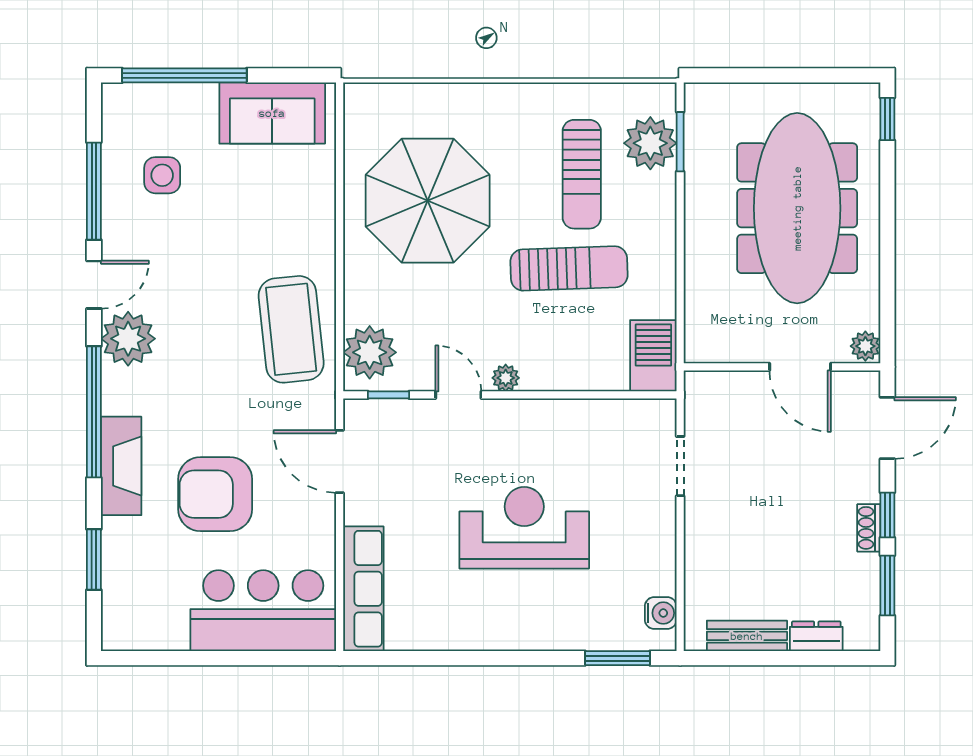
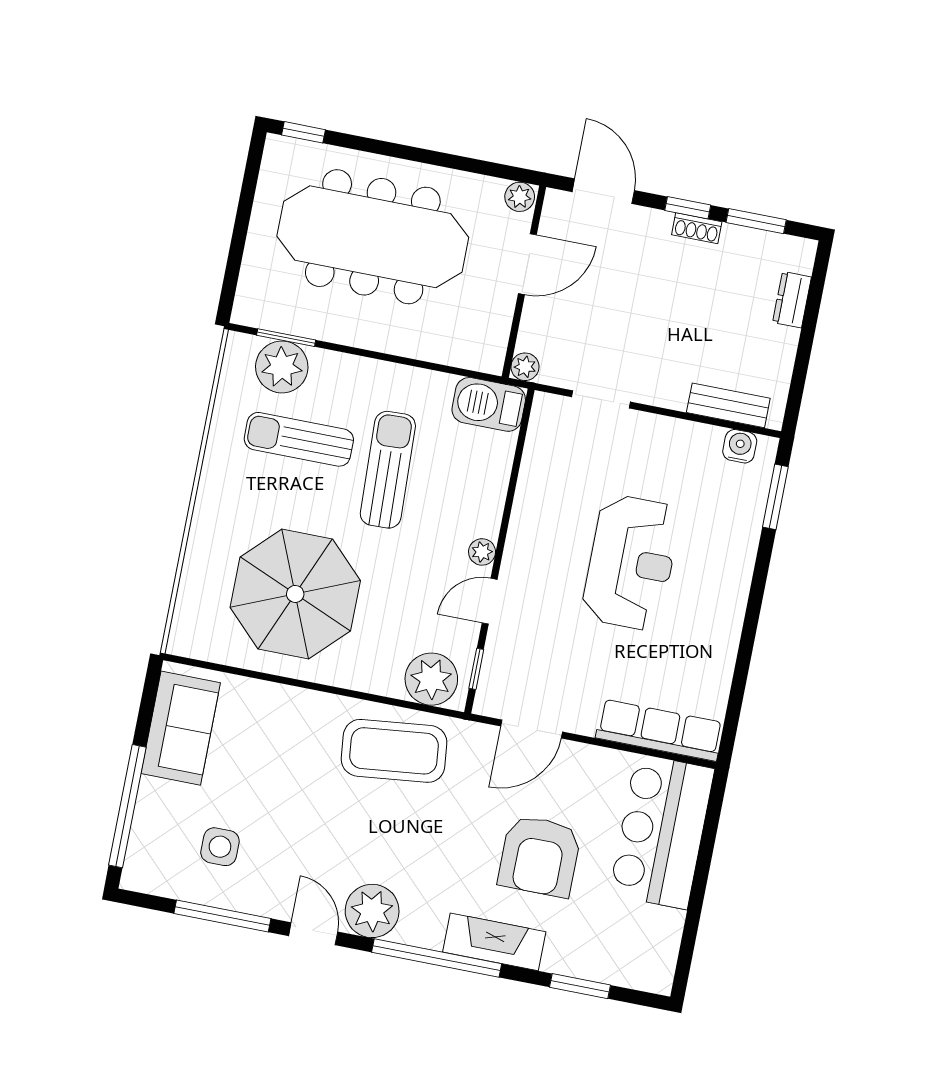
sun lounger: (582, 174) -> (299, 439), turned 180
plant: (698, 384) -> (525, 367), added
reception desk: (524, 528) -> (631, 563), turned 180
bench: (747, 636) -> (728, 405), moved, turned 90

